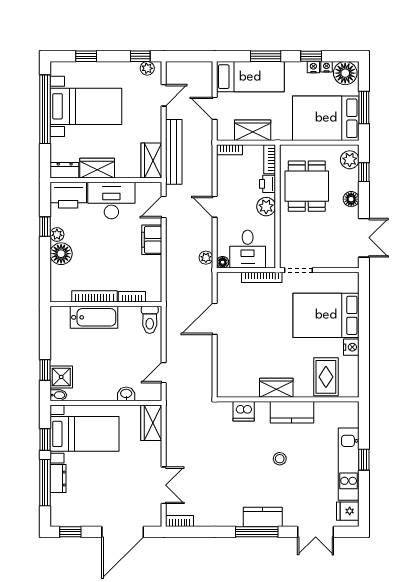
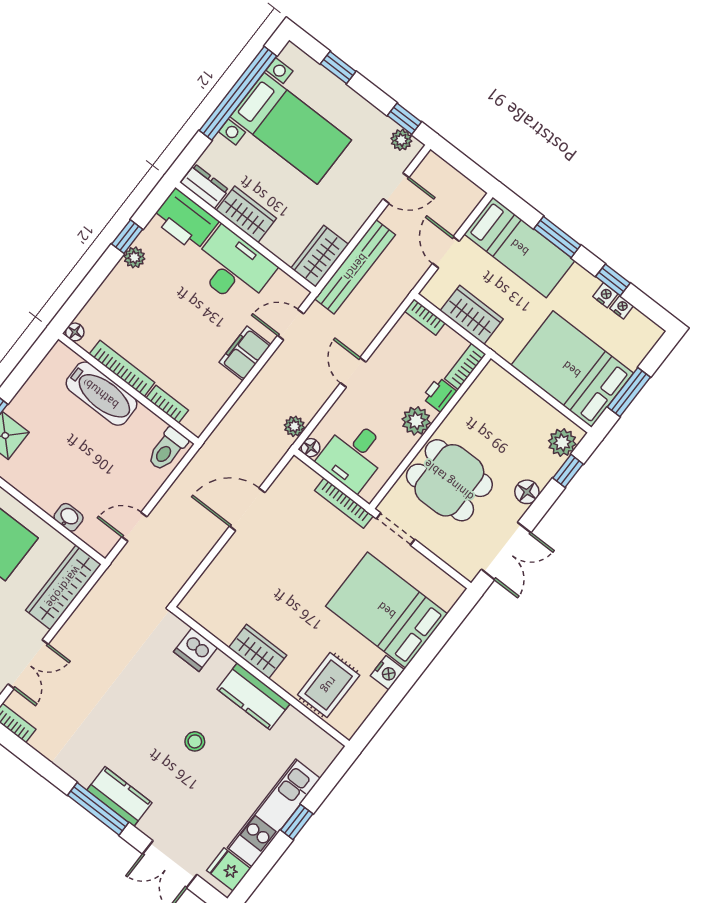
floor lamp: (345, 73) -> (639, 333), removed
dining table: (307, 186) -> (449, 480), moved, turned 90
floor lamp: (61, 254) -> (75, 332), moved, width x0.53, depth x0.53
wardrobe: (151, 423) -> (63, 587), width x1.50

